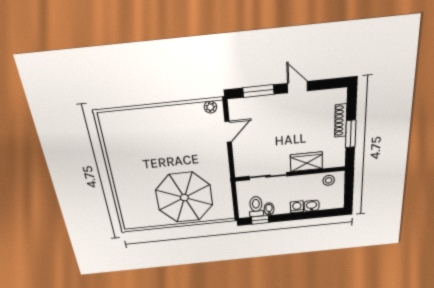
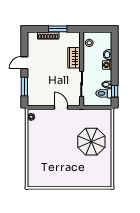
door: (228, 132) -> (61, 107), moved
parasol: (184, 198) -> (91, 142), width x0.73, depth x0.73

